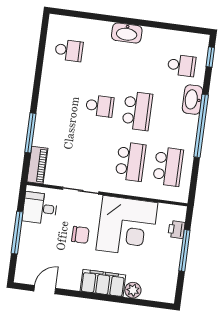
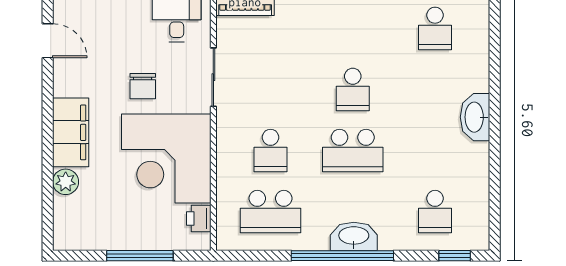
washbasin: (192, 100) -> (354, 236), moved
school desk: (131, 162) -> (271, 151), width x0.54
printer: (176, 230) -> (199, 219), moved, turned -90

